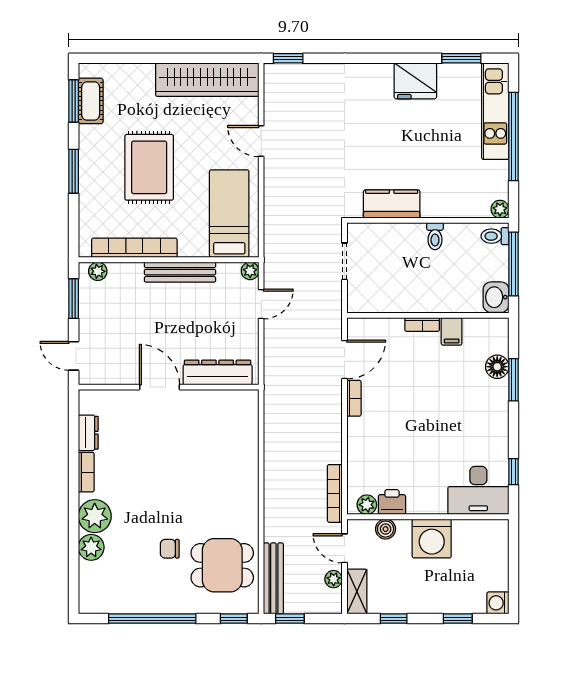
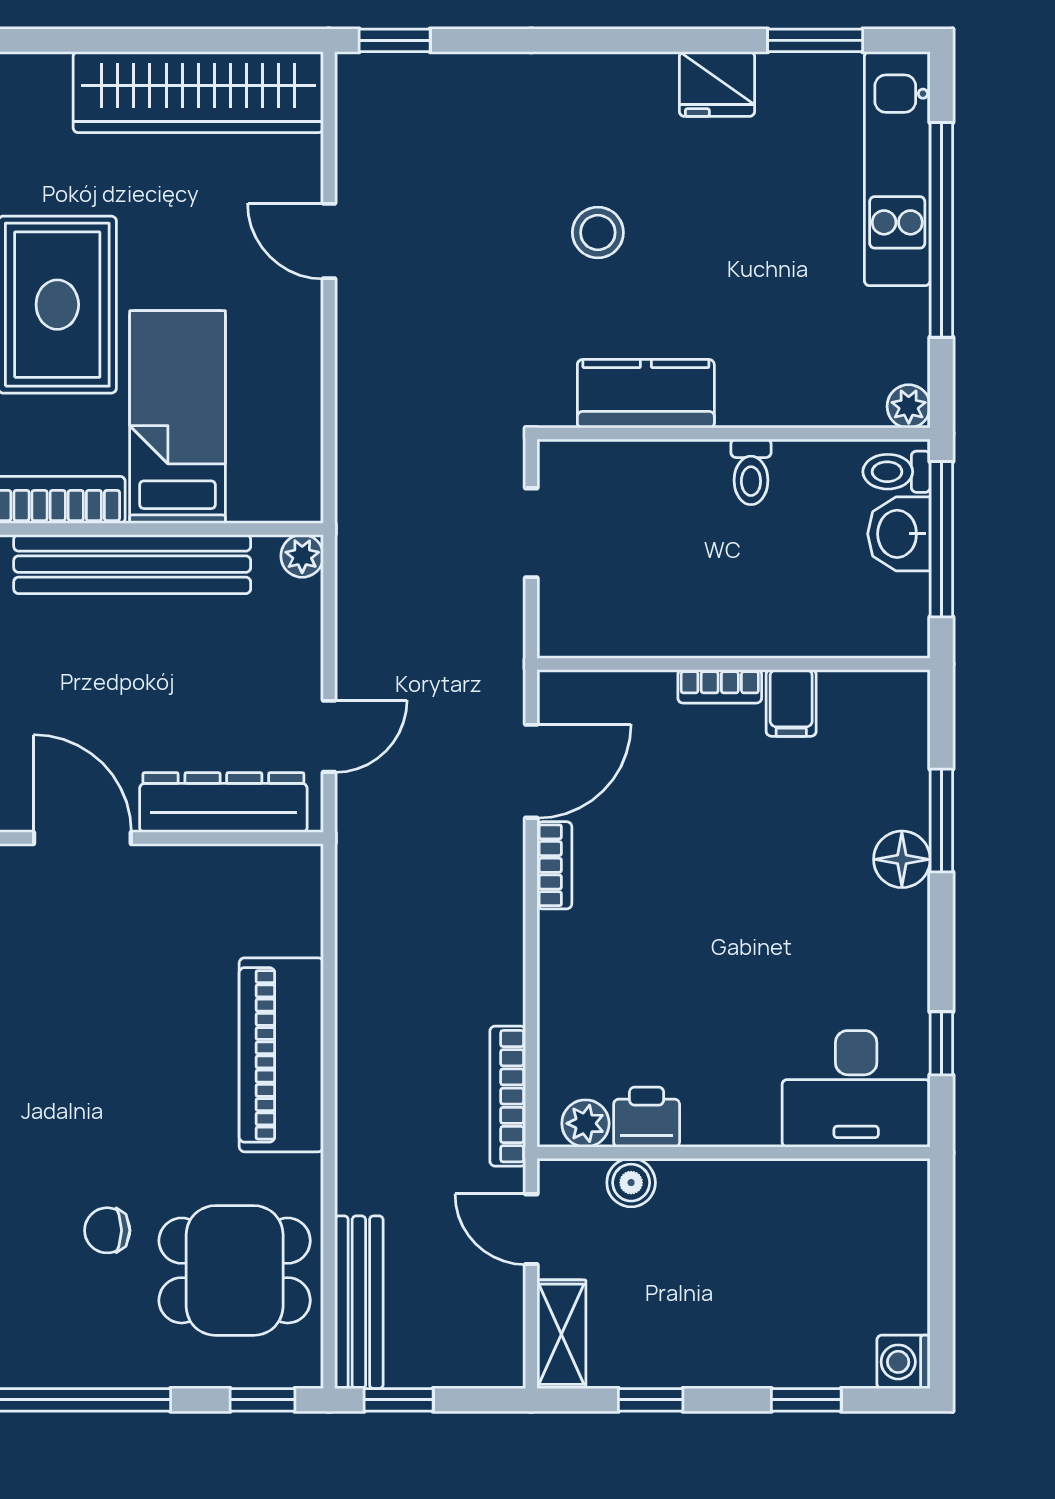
fridge: (415, 81) -> (717, 84), width x0.73, depth x0.75
stool: (372, 138) -> (598, 232), added
bed: (229, 214) -> (178, 417), moved
bench: (180, 272) -> (132, 564), width x1.37, depth x1.21
washbasin: (496, 297) -> (899, 534), moved
door: (261, 304) -> (329, 736), moved
floor lamp: (497, 367) -> (902, 859), moved
piano: (241, 476) -> (281, 1055), added
washing machine: (432, 539) -> (743, 1206), removed
plant: (334, 579) -> (505, 1304), removed

